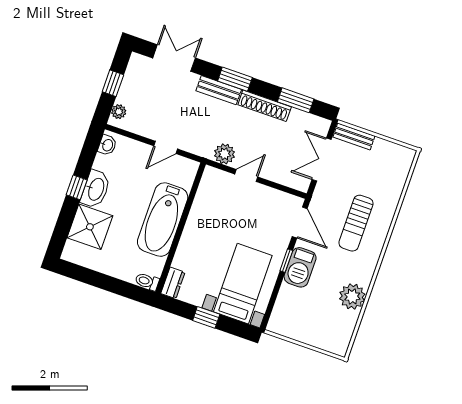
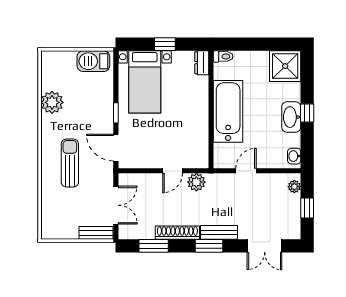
shower: (90, 227) -> (285, 66), moved
barbecue: (300, 267) -> (93, 61), moved, turned -90

